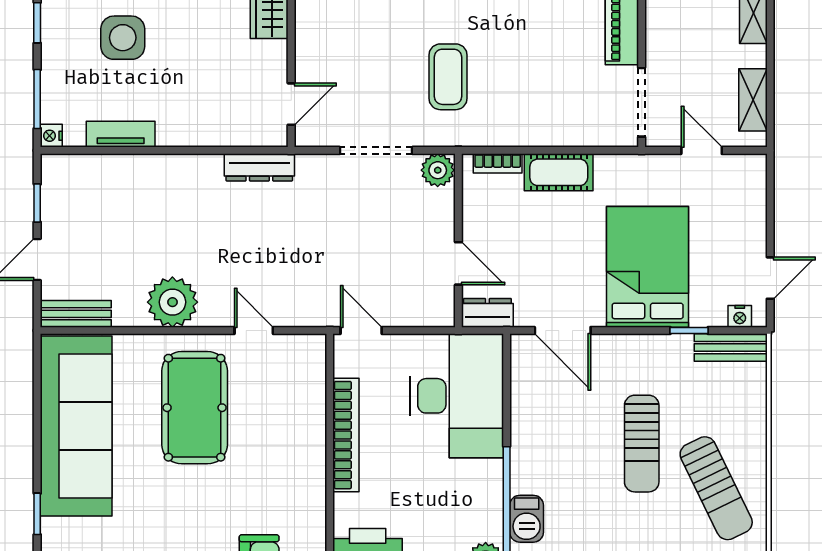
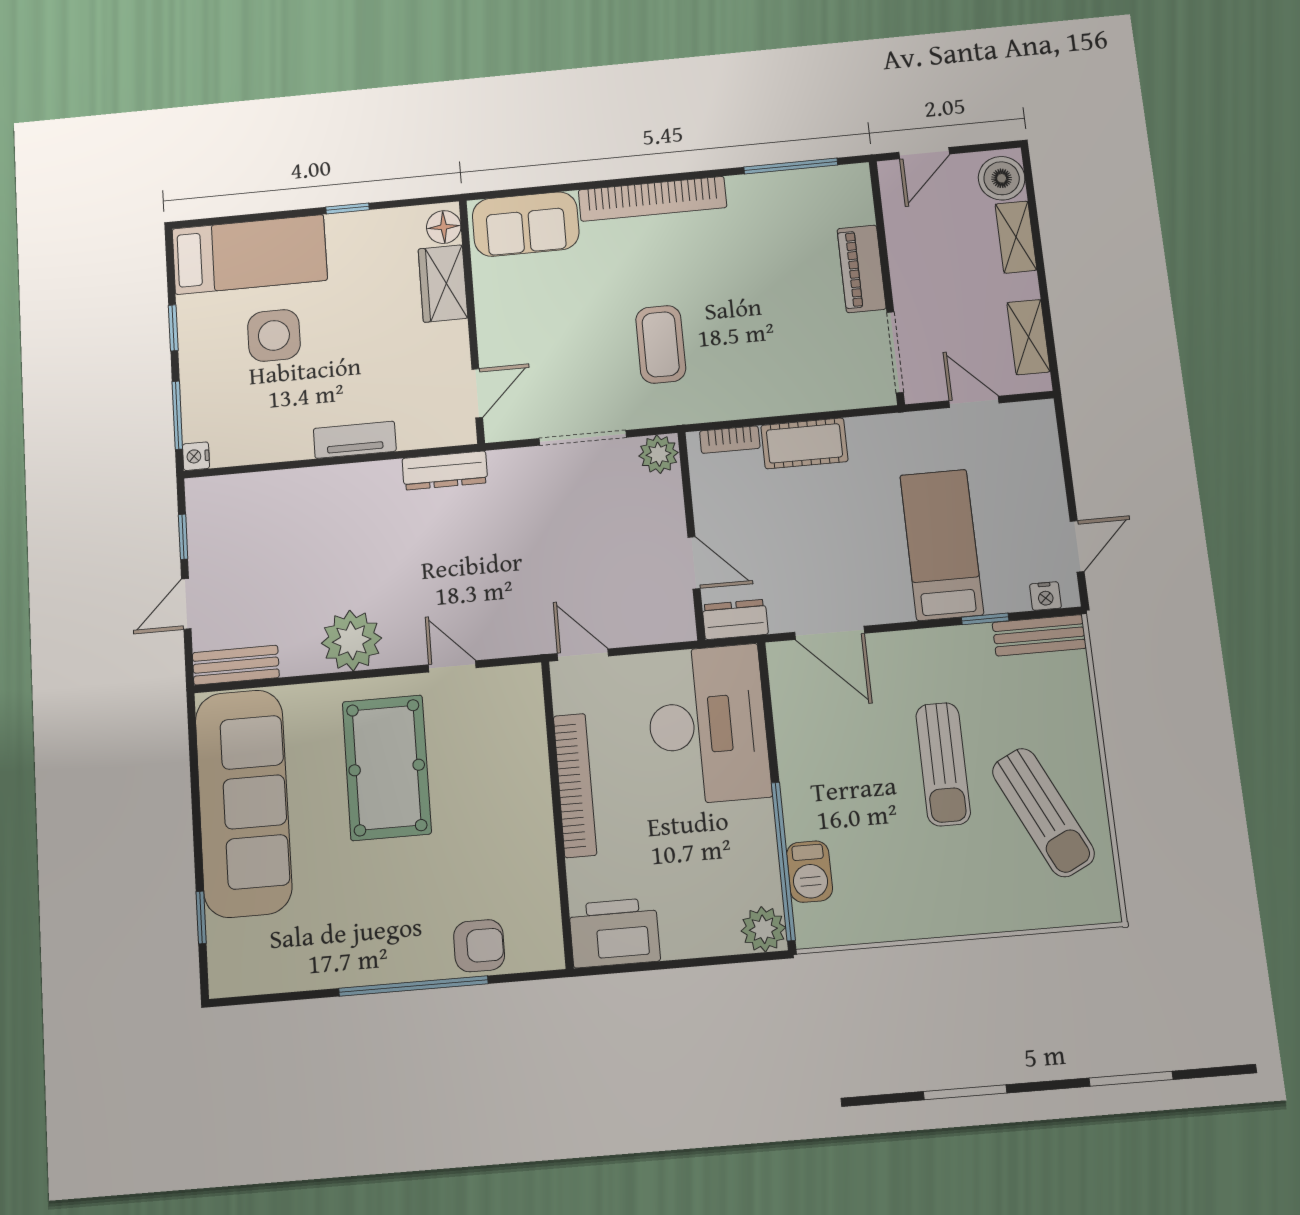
tv unit: (121, 134) -> (355, 440), moved
bed: (648, 267) -> (942, 545), width x0.67

